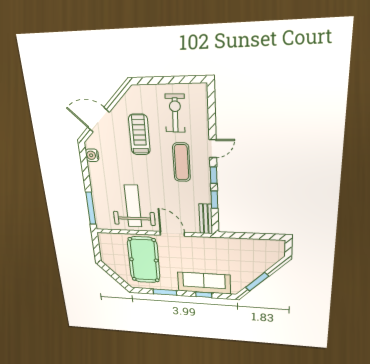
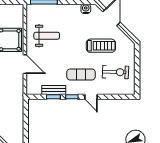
weight bench: (133, 206) -> (47, 36), width x0.73, depth x0.75
bench: (206, 219) -> (54, 90), moved
door: (172, 234) -> (25, 64), hinge flipped

